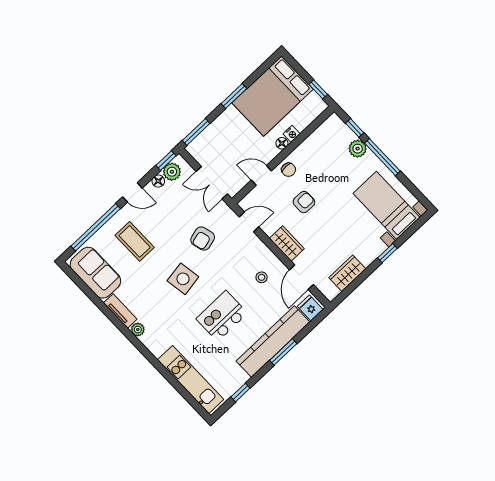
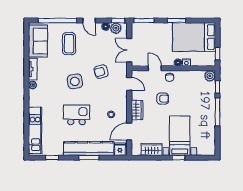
plant: (358, 149) -> (210, 76), moved
bed with nightstands: (387, 205) -> (180, 136), moved

